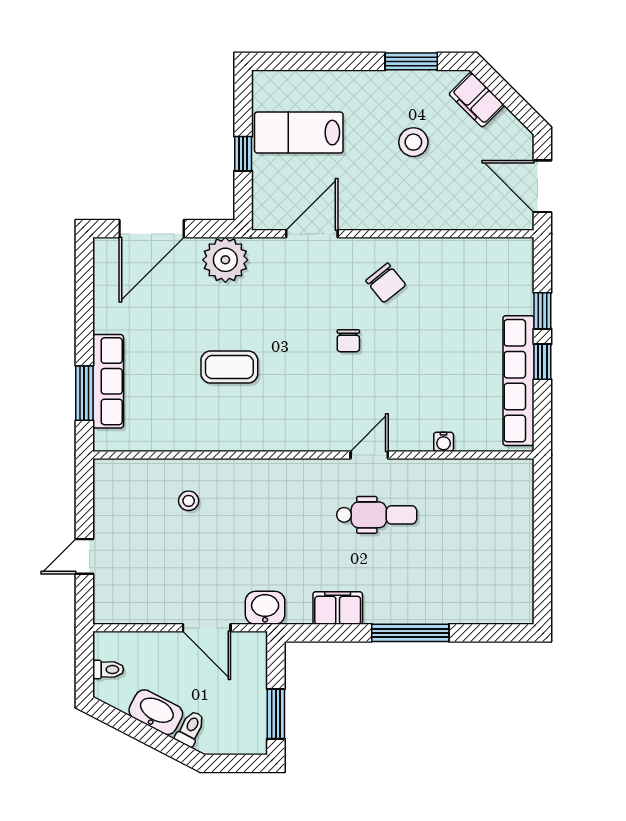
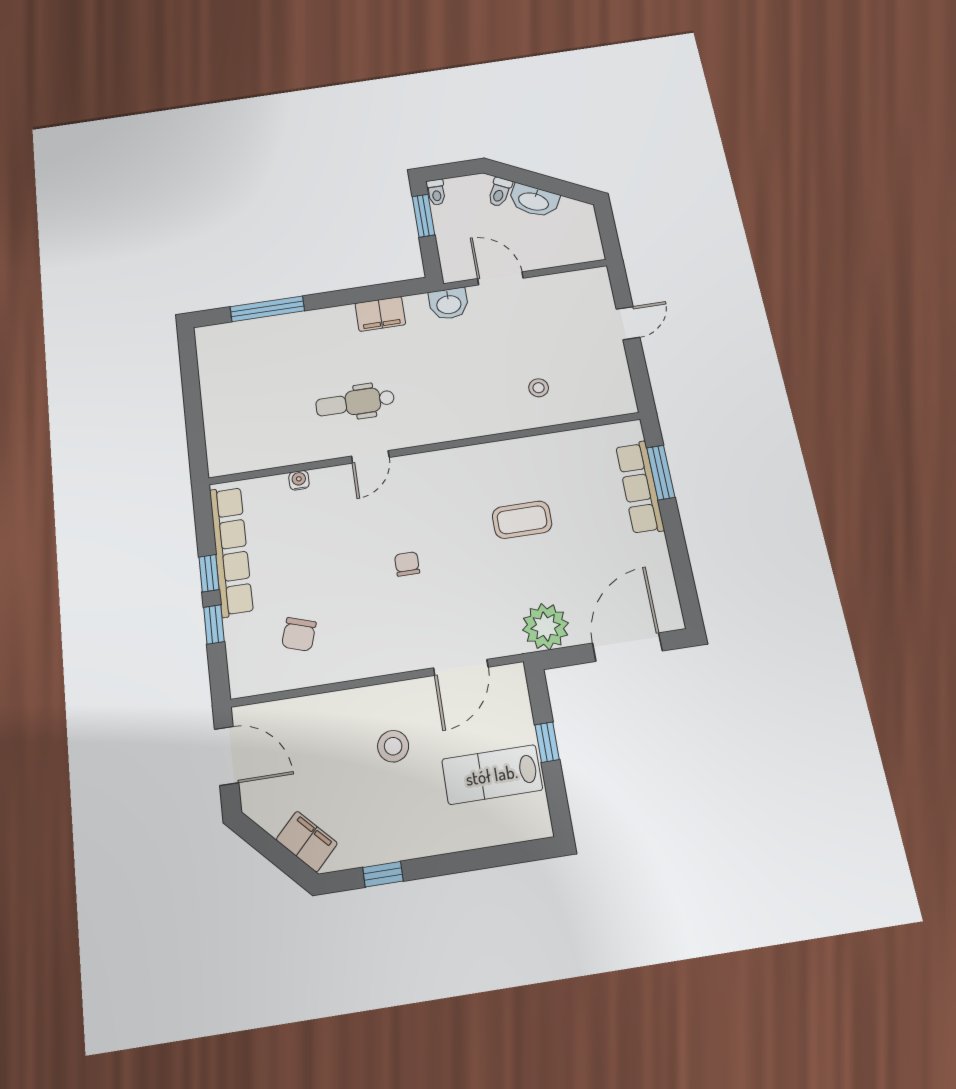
window: (411, 61) -> (383, 874), width x0.67
lab bench: (299, 133) -> (492, 775), turned 180
stool: (413, 142) -> (393, 746), moved
chair: (386, 283) -> (299, 634), moved, turned -123
window: (410, 633) -> (267, 309), moved
toilet: (108, 669) -> (436, 192), moved, turned -90

